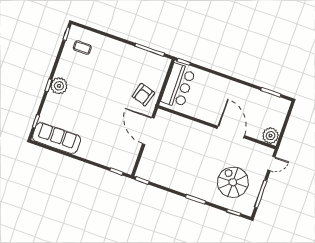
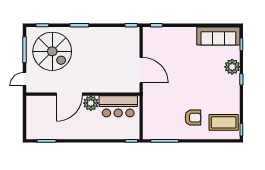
coffee table: (82, 48) -> (224, 122), width x1.86, depth x1.72
plant: (59, 86) -> (232, 67), moved
bar counter: (178, 86) -> (118, 106), moved, turned -90
armchair: (143, 95) -> (193, 118), moved, turned 73
door: (231, 132) -> (69, 94), hinge flipped
plant: (270, 136) -> (91, 103), moved
spiral stairs: (233, 182) -> (52, 51), width x1.37, depth x1.37

